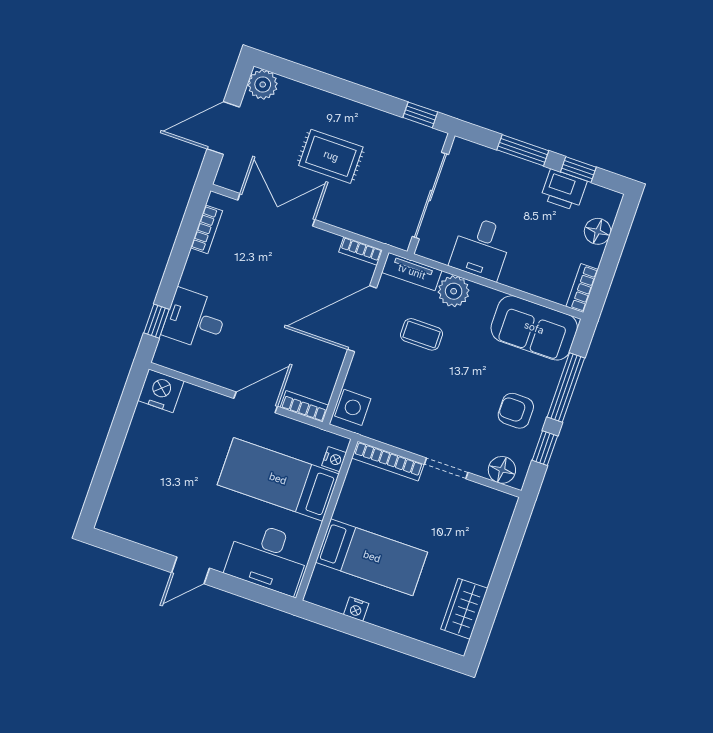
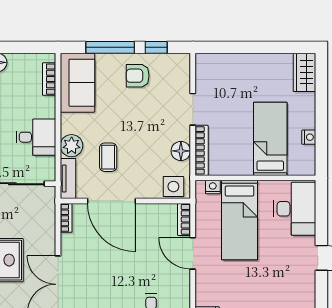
bookcase: (582, 288) -> (49, 79), moved, turned 90
armchair: (516, 411) -> (138, 76), turned 90
floor lamp: (502, 470) -> (181, 151), moved
wardrobe: (464, 609) -> (304, 72), moved, turned 90

